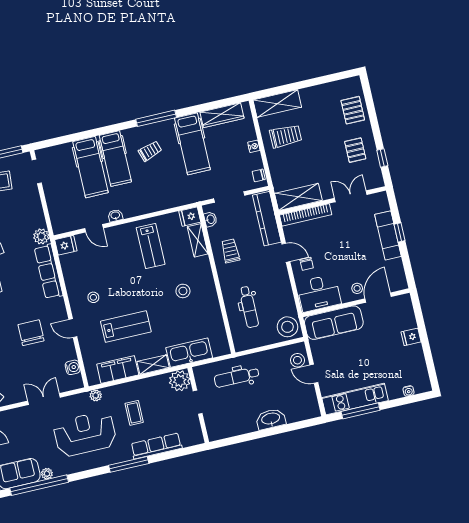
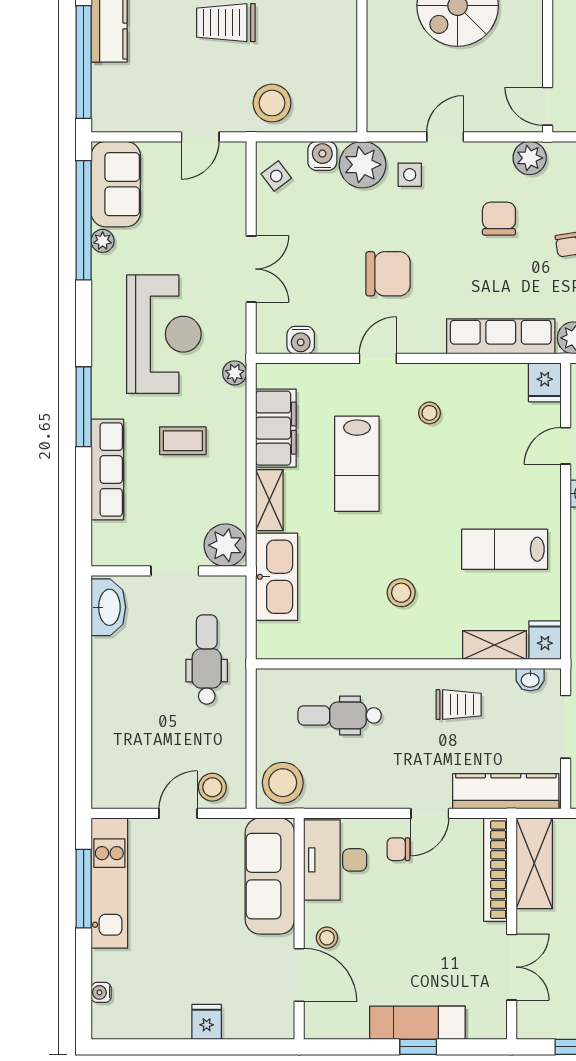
washbasin: (271, 419) -> (108, 607), moved

